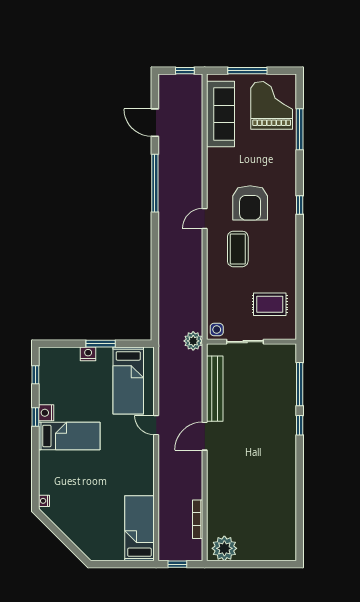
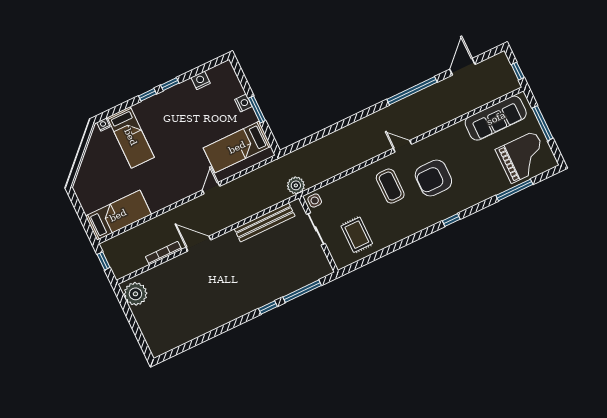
coffee table: (238, 249) -> (390, 186), turned 90
window: (35, 375) -> (147, 95), moved
nightstand: (46, 413) -> (201, 80), moved
bed: (69, 436) -> (131, 137), moved
door: (205, 436) -> (198, 244), moved
bookcase: (198, 519) -> (164, 253), moved

